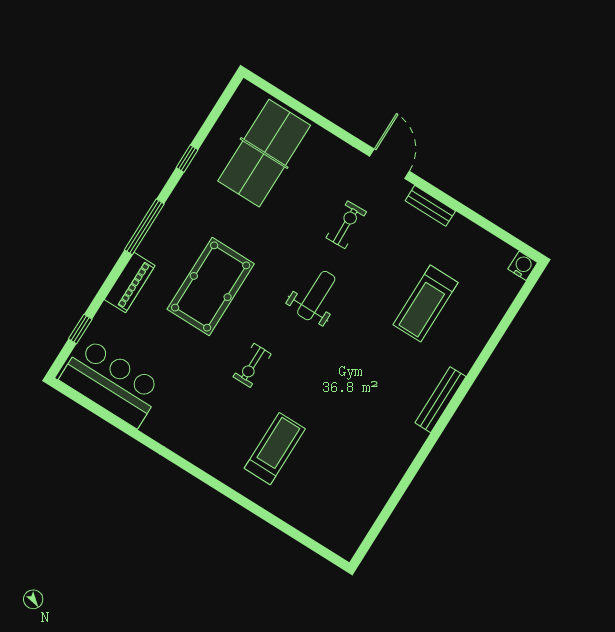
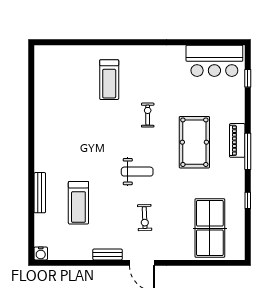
piano: (130, 283) -> (237, 140), moved
weight bench: (316, 296) -> (137, 172), turned -90
treadmill: (426, 304) -> (78, 203), turned 180
bench: (440, 400) -> (40, 193), moved

